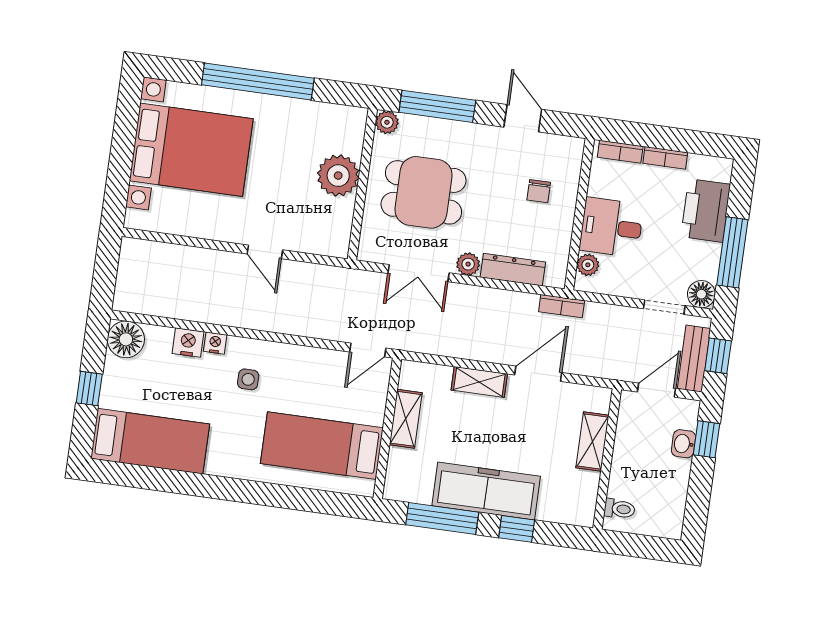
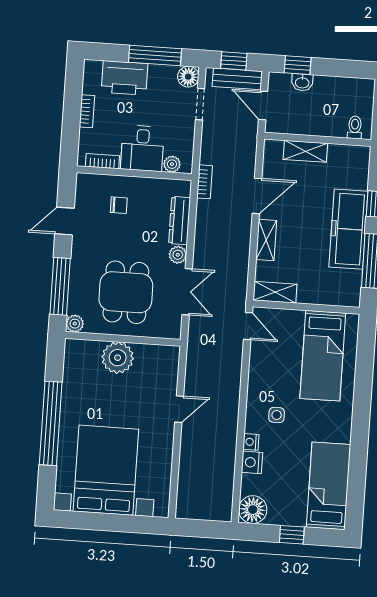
bookcase: (620, 152) -> (102, 161), moved, turned -90
door: (538, 374) -> (257, 196), swing flipped
shelving: (406, 419) -> (275, 292), moved

